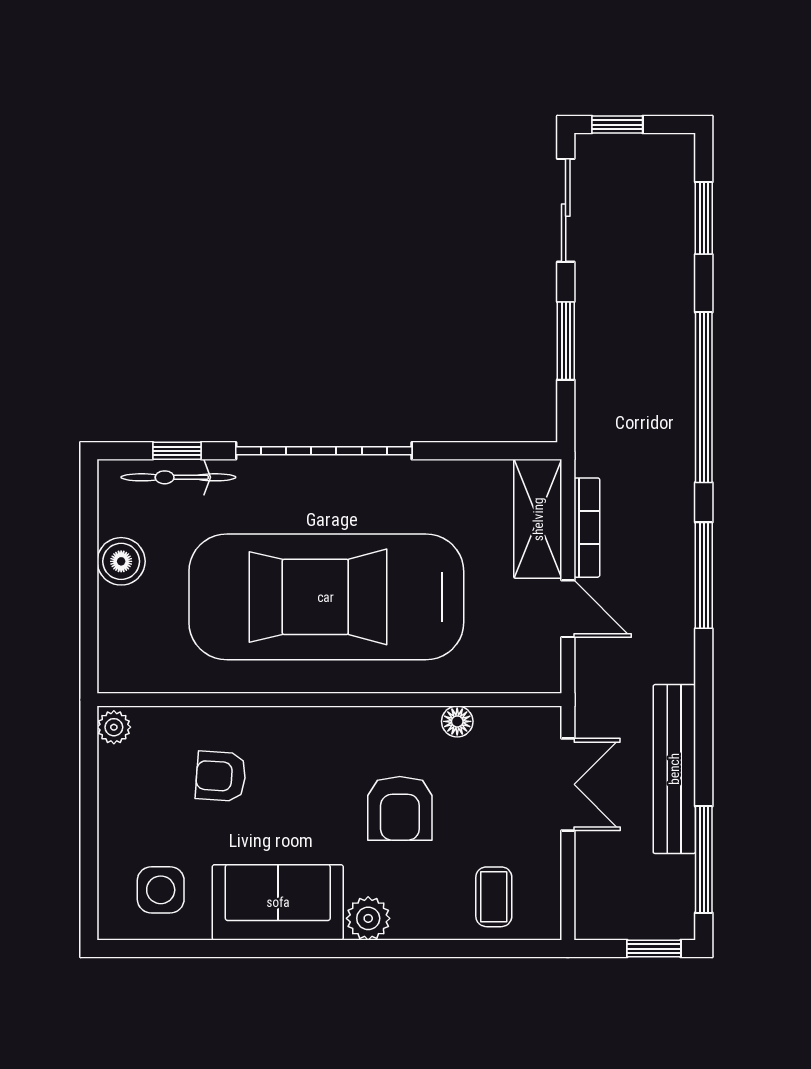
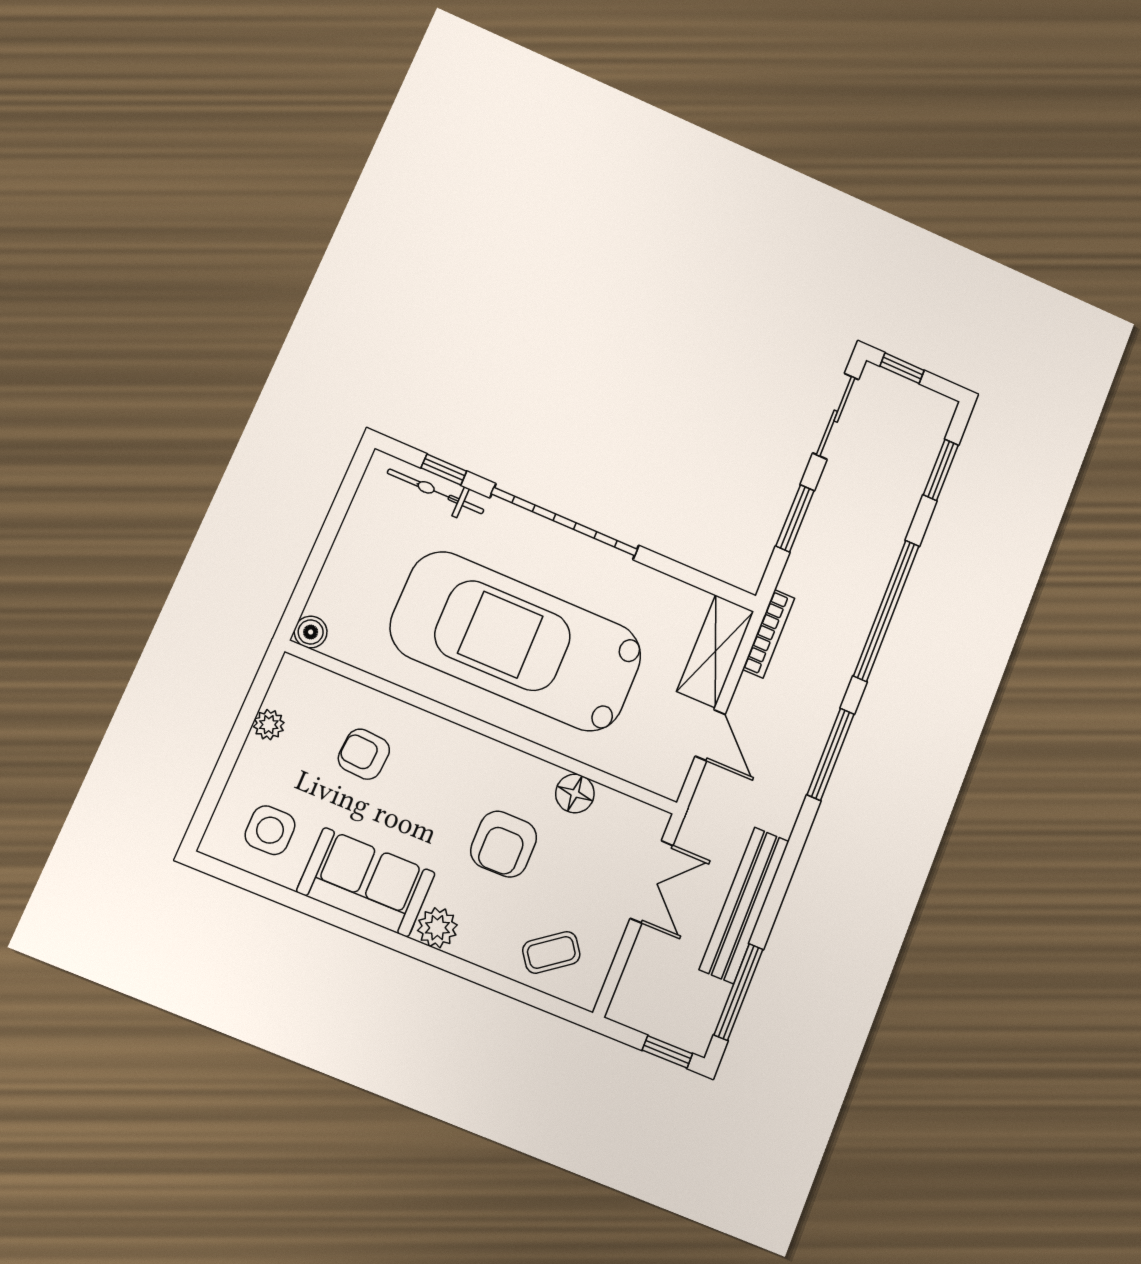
bookcase: (587, 528) -> (769, 634), moved
boiler: (121, 561) -> (311, 632), moved, width x0.73, depth x0.73
floor lamp: (457, 721) -> (575, 794), width x1.37, depth x1.37
plant: (114, 727) -> (269, 725), moved
coffee table: (494, 897) -> (551, 952), turned 54

